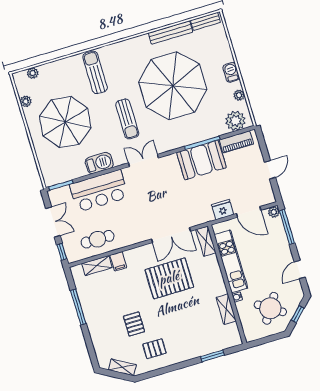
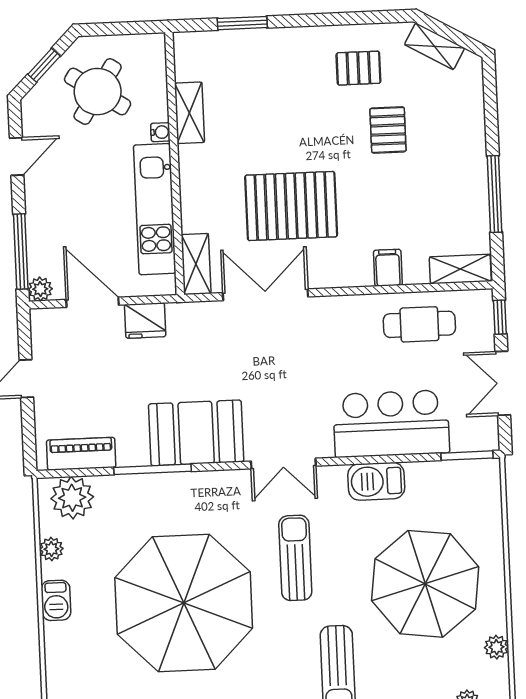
booth: (201, 160) -> (196, 433), moved
shelving: (97, 266) -> (460, 269), moved

